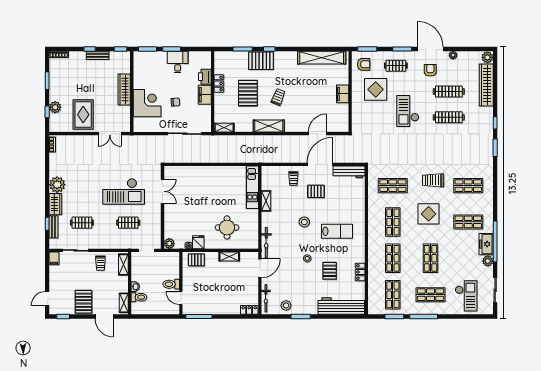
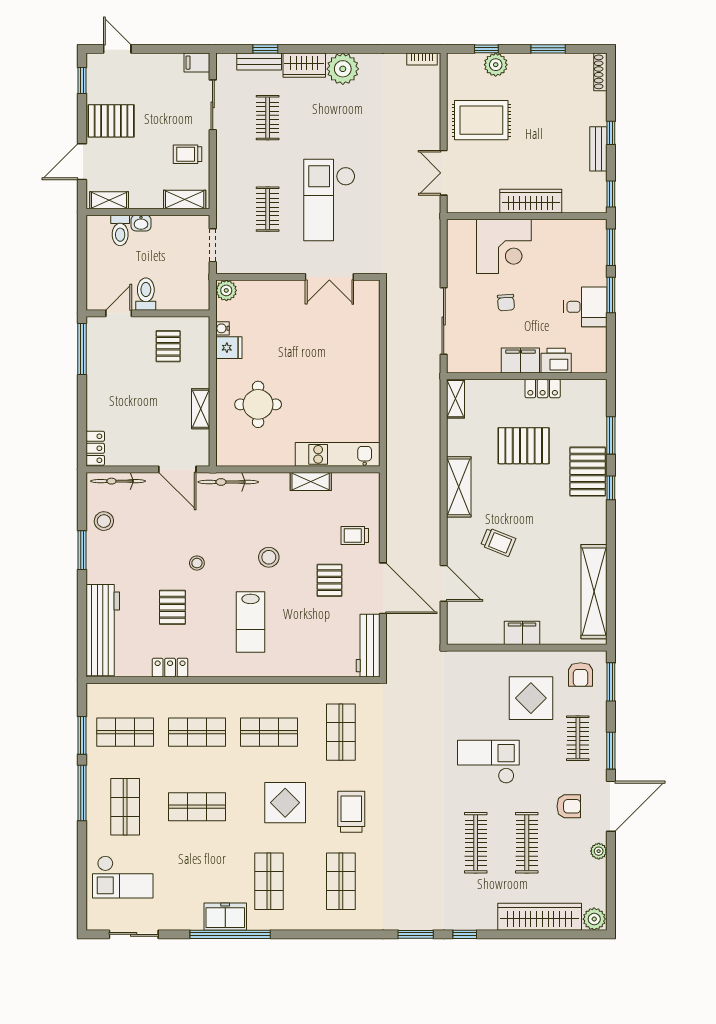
trolley: (278, 97) -> (498, 542), moved
pallet: (196, 260) -> (168, 346), moved
plant: (488, 261) -> (192, 920), removed
pallet: (330, 271) -> (172, 607), turned 90

